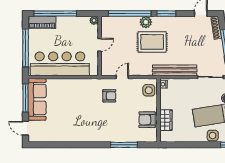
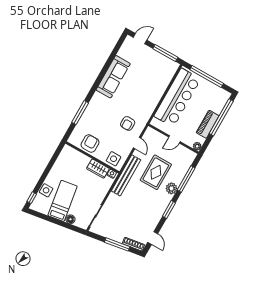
window: (130, 14) -> (186, 179), width x0.68
piano: (42, 22) -> (208, 124), moved
rug: (152, 42) -> (156, 172), moved
door: (100, 45) -> (174, 139), hinge flipped
bench: (175, 70) -> (126, 175), moved
sofa: (37, 99) -> (113, 77), moved, turned -90
wardrobe: (166, 120) -> (98, 169), moved

